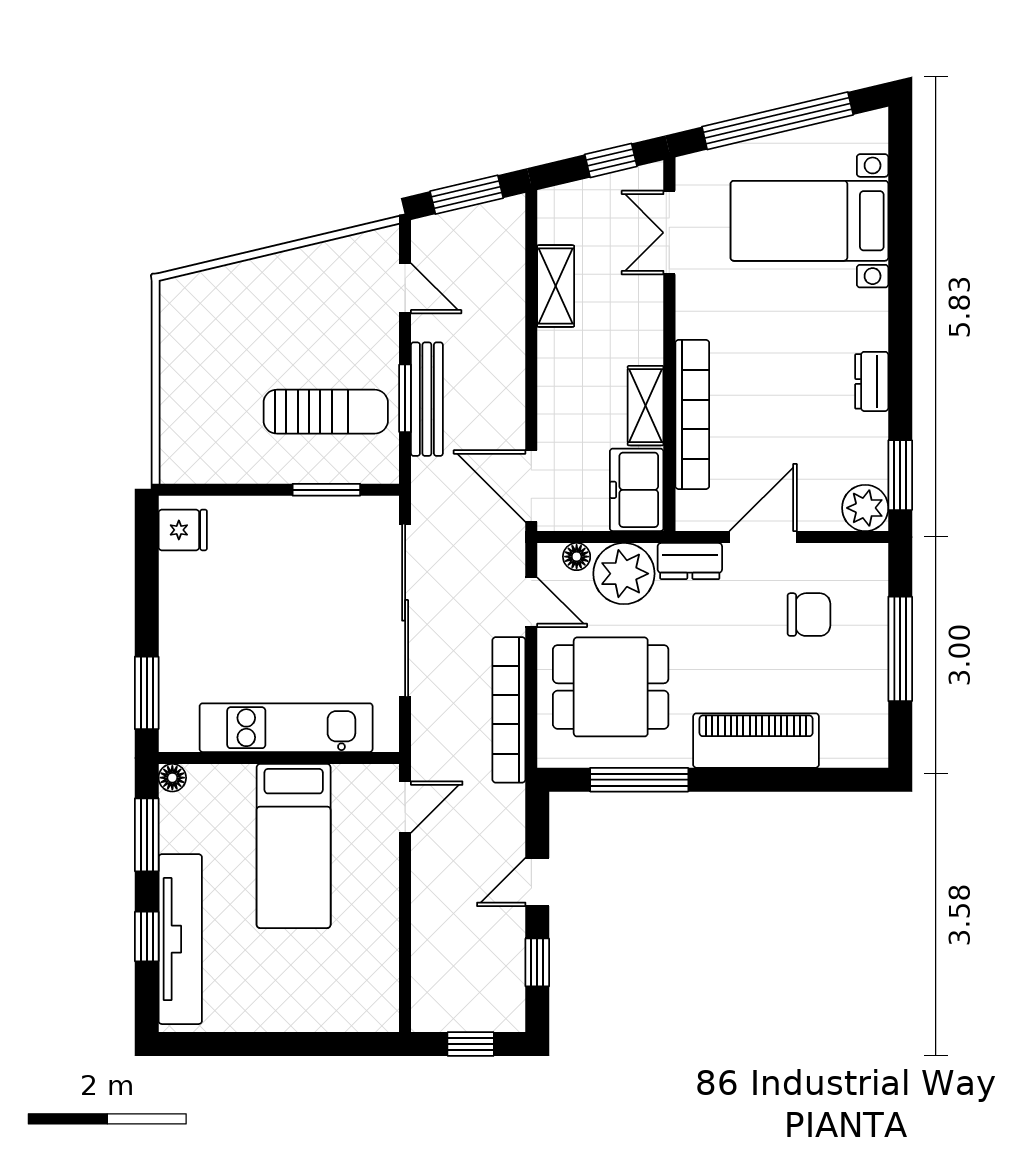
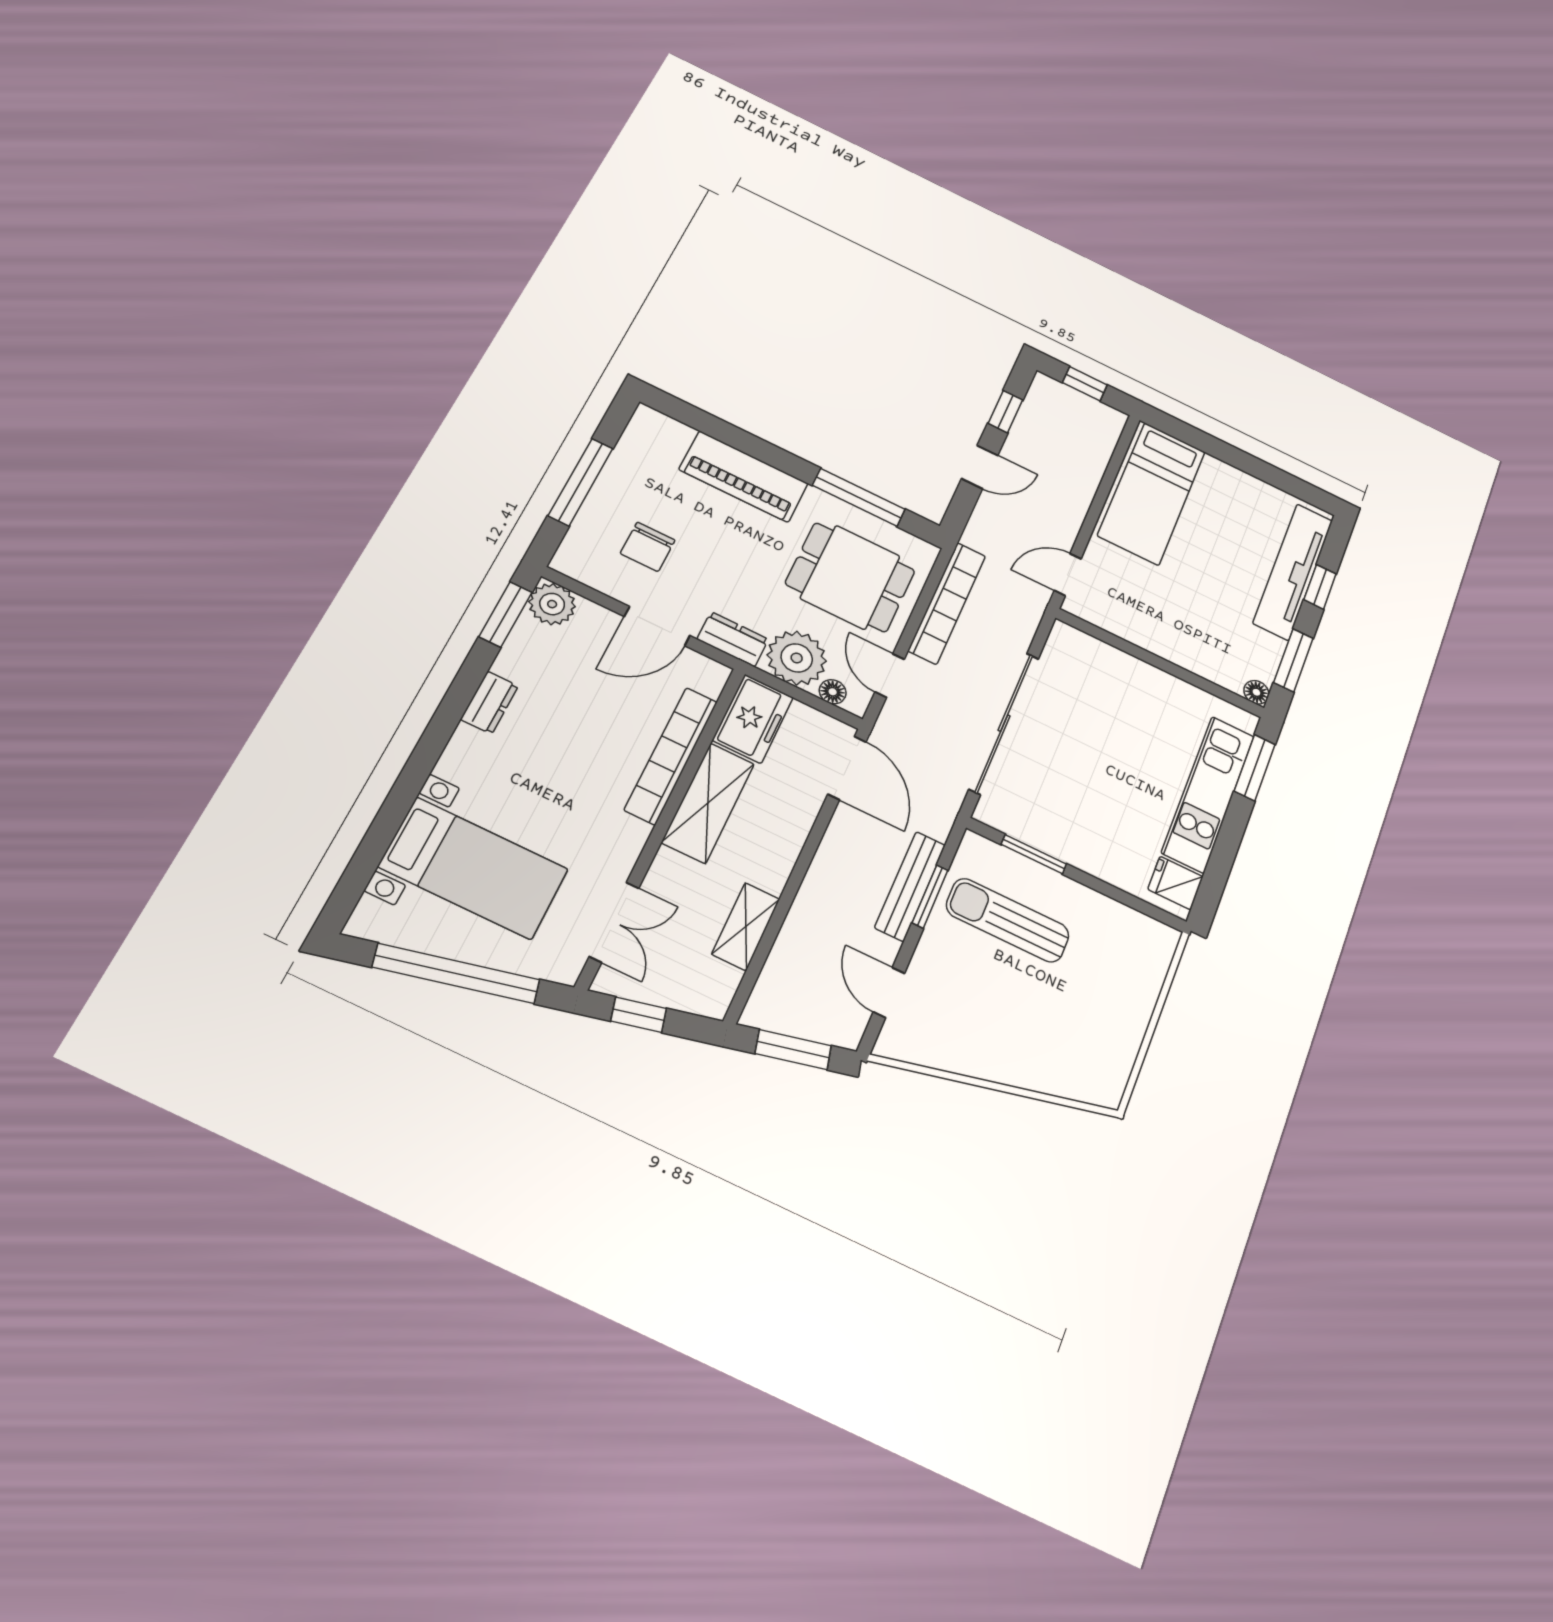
shelving: (646, 406) -> (708, 803), width x1.50, depth x1.33
chair: (809, 615) -> (648, 547), turned -90
kitchen unit: (286, 728) -> (1208, 794), moved, turned 90
bed: (294, 846) -> (1152, 493), moved, turned 180

